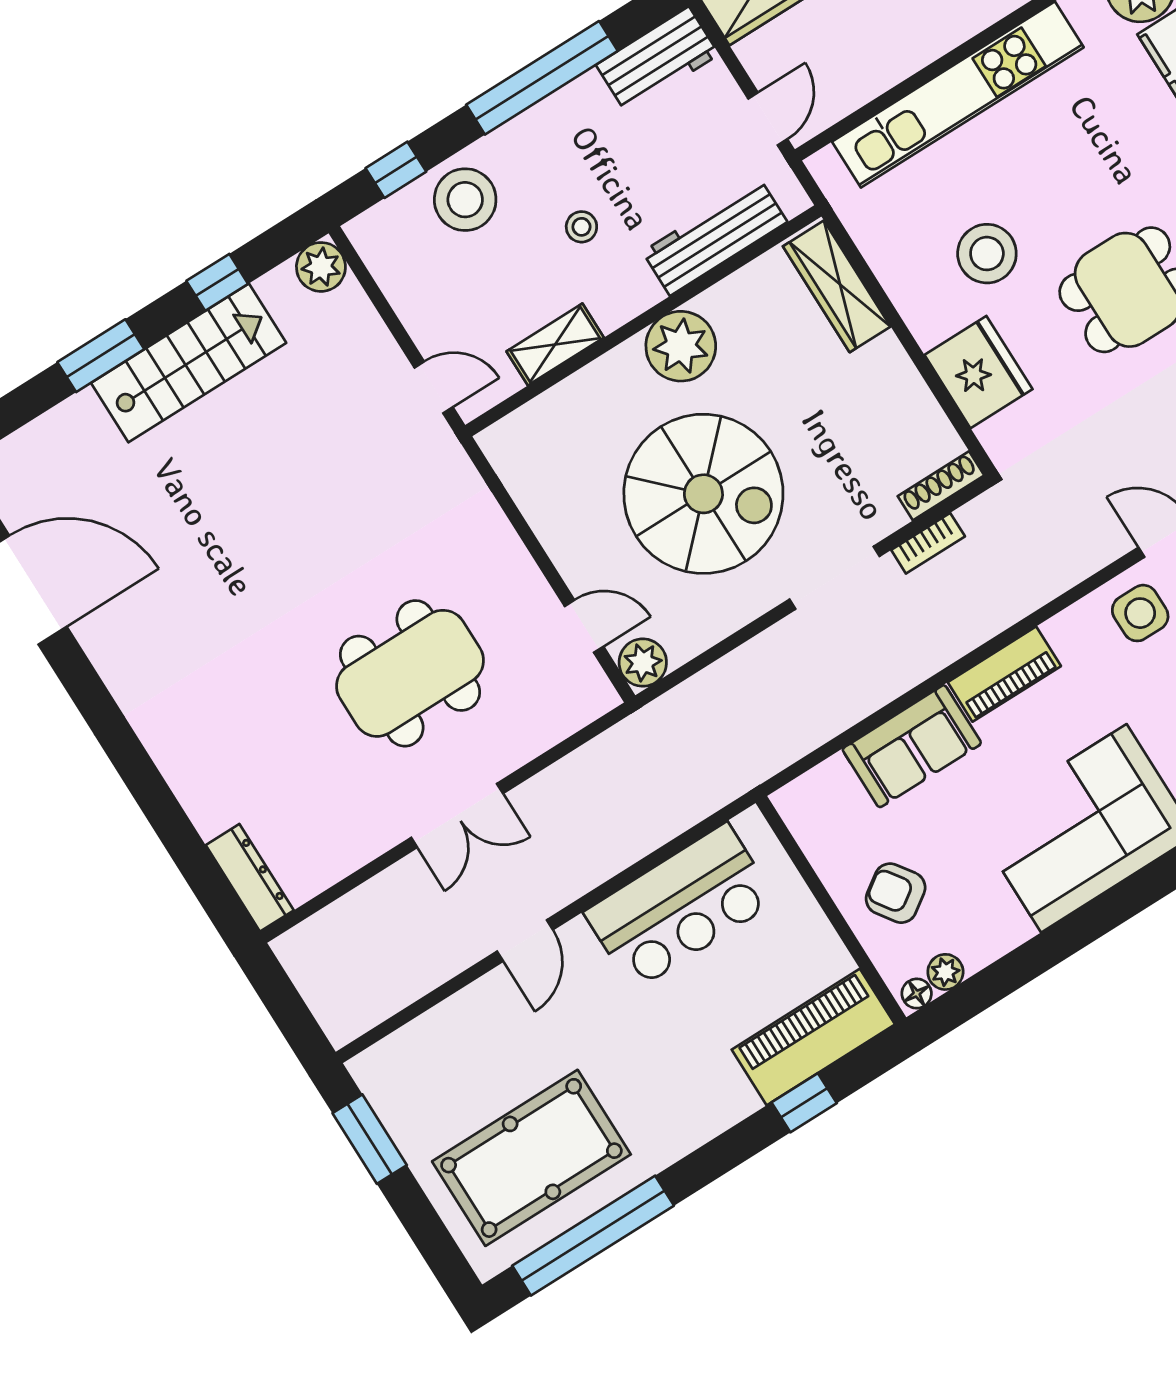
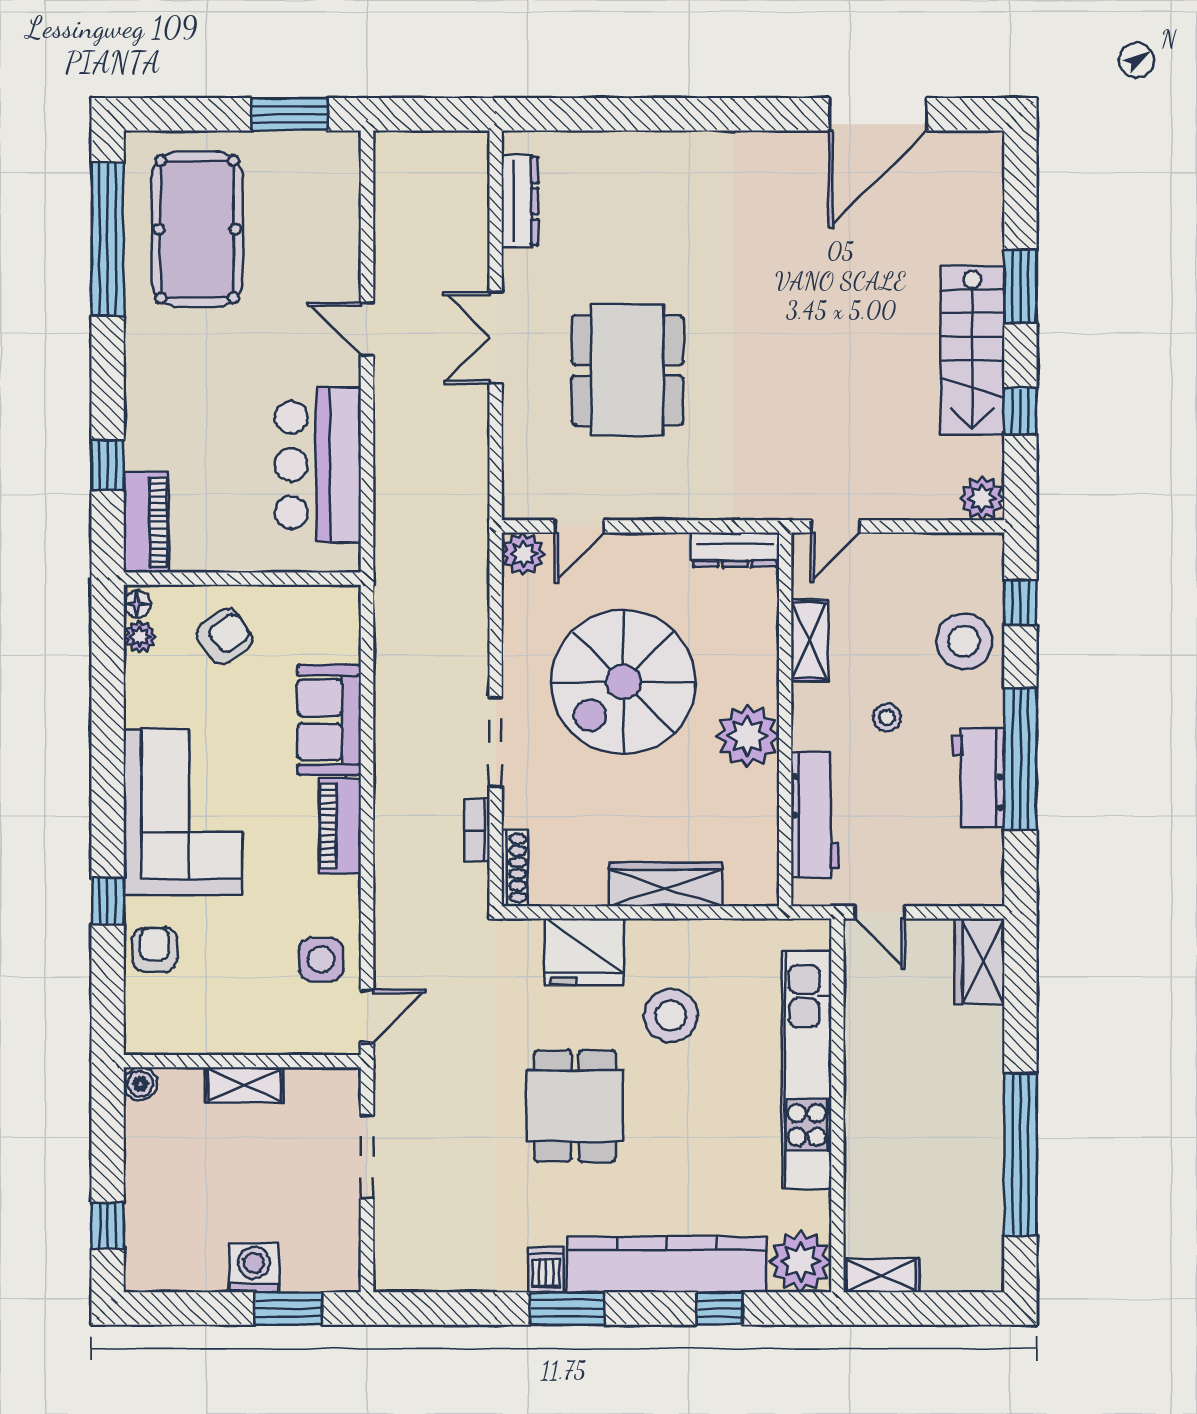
workbench: (658, 60) -> (978, 778), moved
wardrobe: (837, 286) -> (665, 884), moved
dresser: (514, 467) -> (735, 550), added
dresser: (250, 878) -> (520, 201), moved, turned -90
piano: (813, 1037) -> (146, 522), width x0.73, depth x0.75

